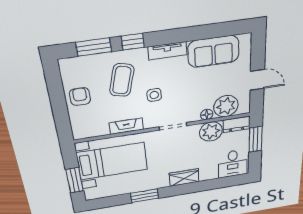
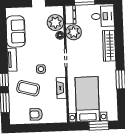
wardrobe: (184, 178) -> (109, 46), width x1.50

